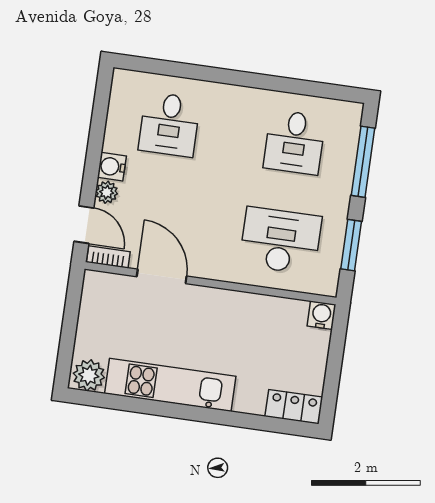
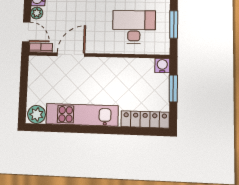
door: (162, 276) -> (71, 55), hinge flipped
window: (335, 357) -> (173, 89), added
locker: (294, 407) -> (145, 119), width x1.53

